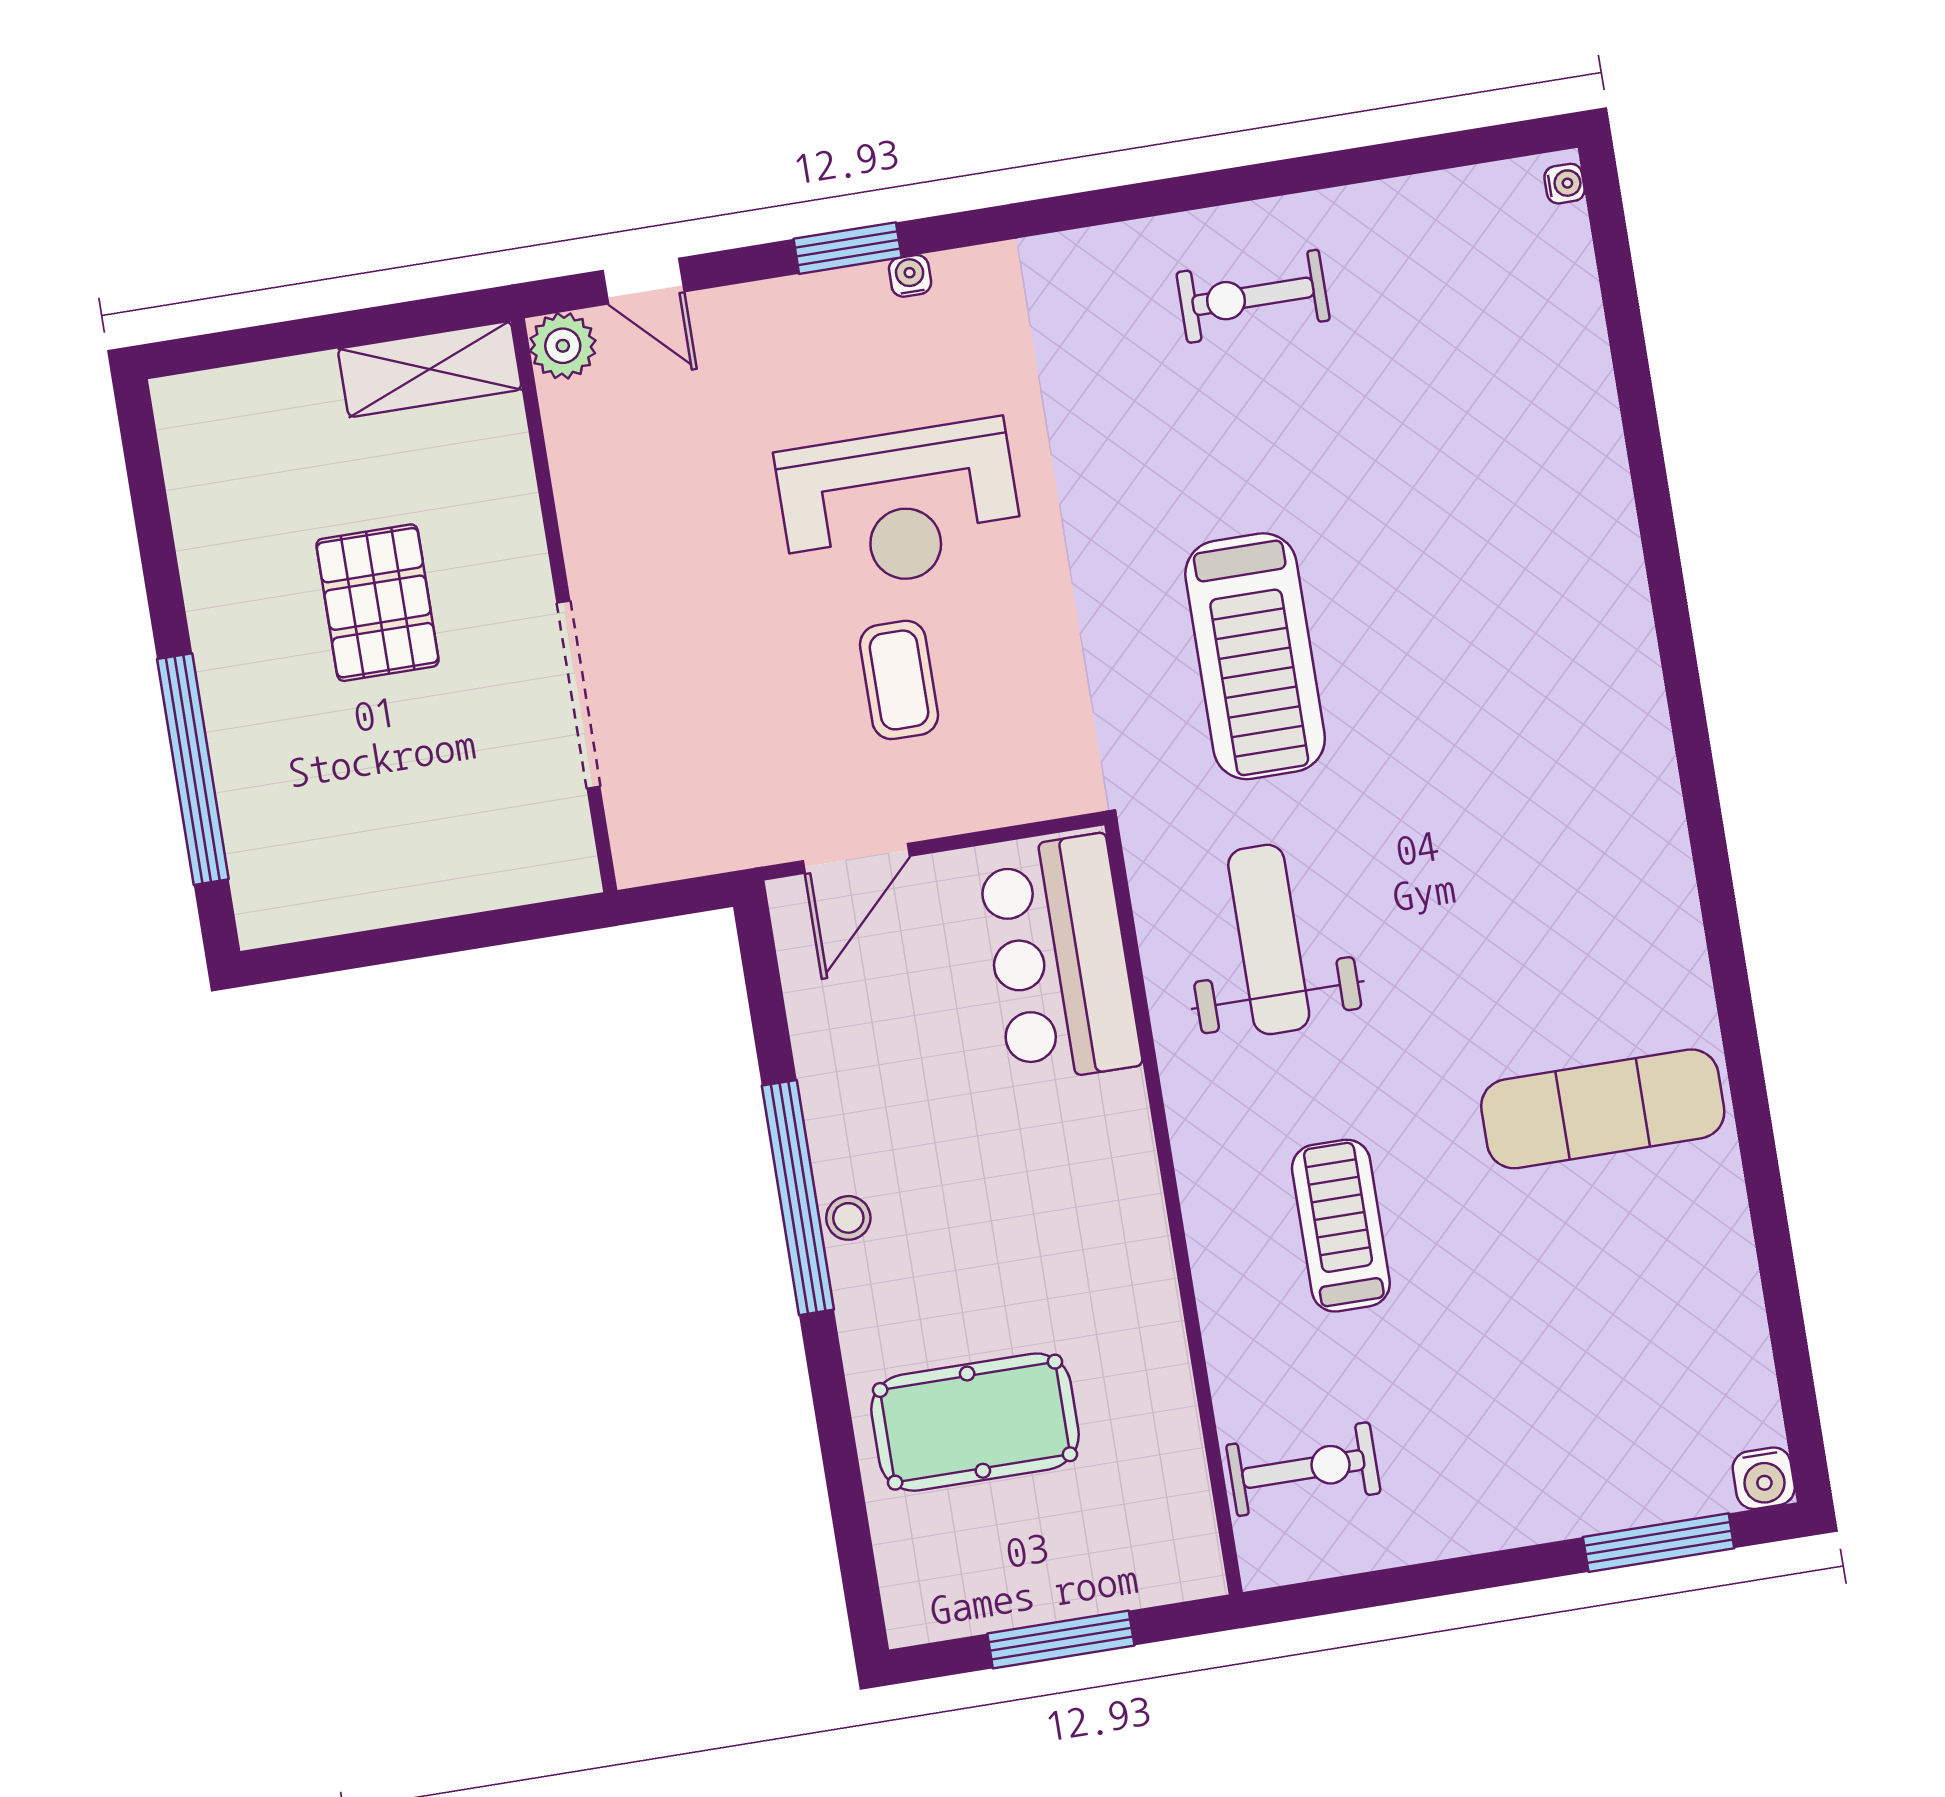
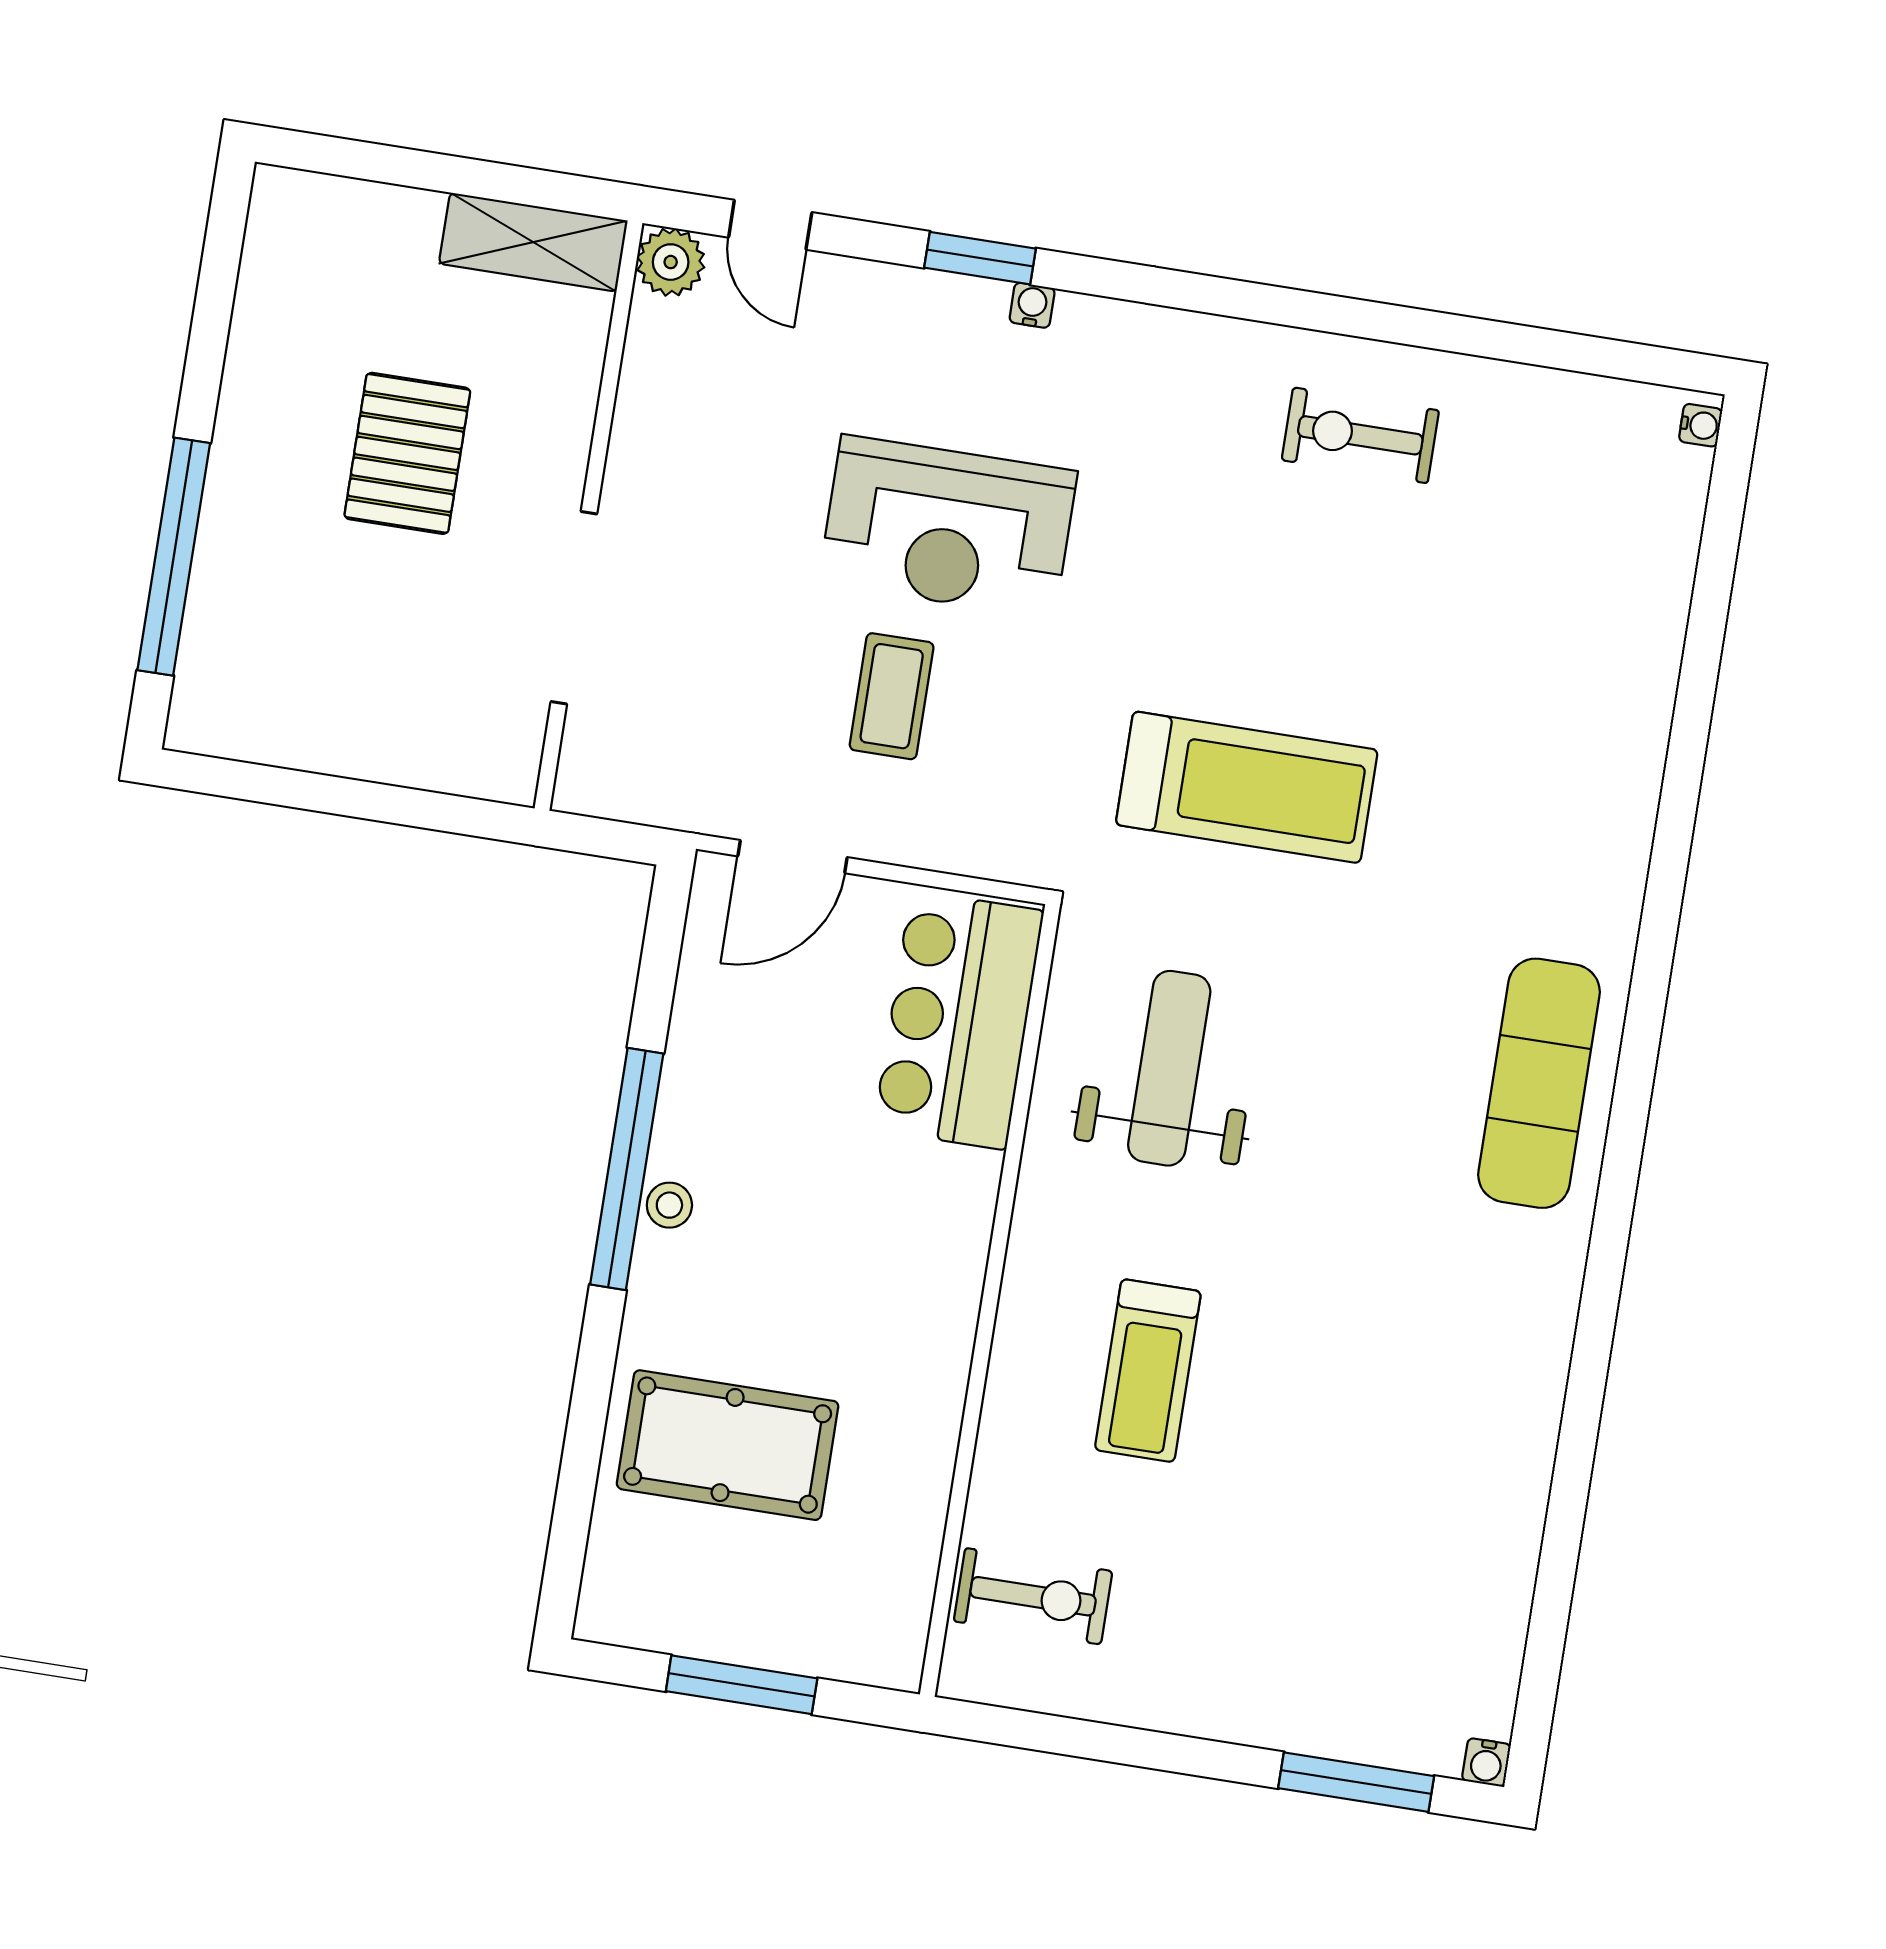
treadmill: (1255, 656) -> (1247, 787), turned -90
exercise mat: (1603, 1109) -> (1539, 1083), moved, turned 90
treadmill: (1341, 1226) -> (1148, 1371), turned 180
water cooler: (1764, 1478) -> (1486, 1762), width x0.72, depth x0.72

